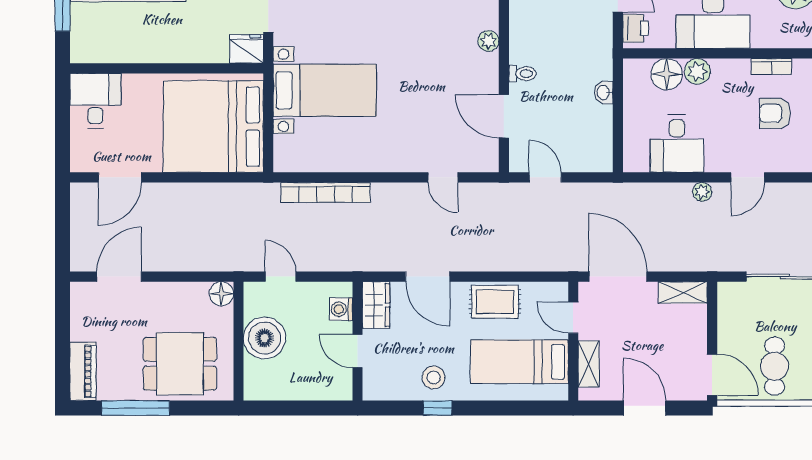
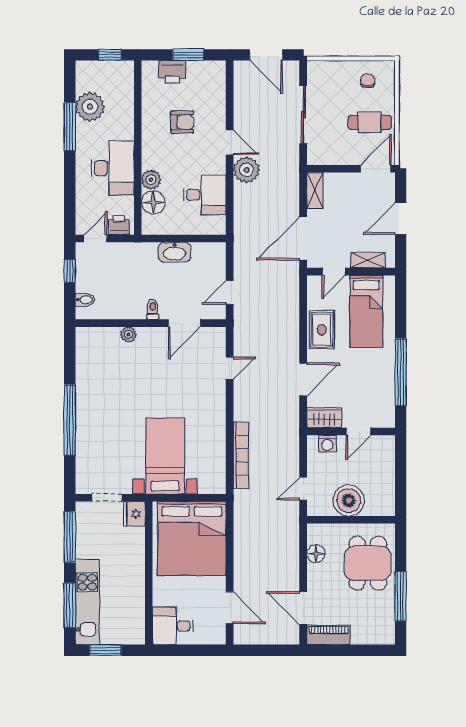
bookcase: (772, 66) -> (147, 125), removed
washbasin: (604, 93) -> (174, 252), width x1.91, depth x1.45
armchair: (775, 113) -> (182, 122), turned -90
plant: (702, 192) -> (247, 170), width x1.87, depth x1.87
floor lamp: (221, 294) -> (316, 554), moved
piano: (83, 371) -> (328, 635), moved
stool: (434, 377) -> (378, 375), removed
window: (438, 408) -> (401, 372), width x3.17

